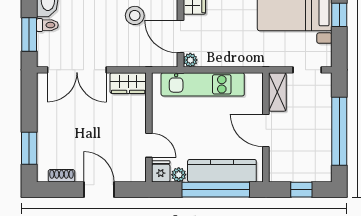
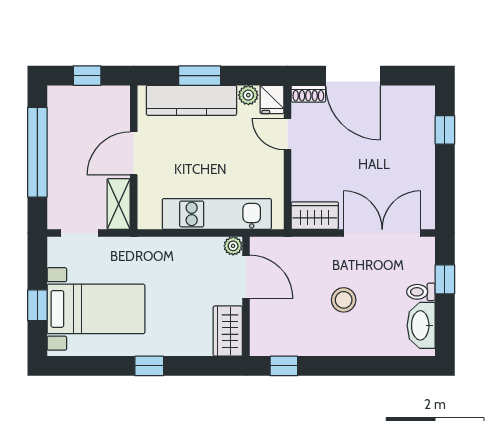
stool: (135, 15) -> (344, 300), moved
window: (29, 35) -> (445, 279), width x0.67
door: (266, 130) -> (134, 153), swing flipped
window: (29, 148) -> (445, 130), width x0.67
shoe rack: (61, 176) -> (308, 94), moved
door: (99, 190) -> (353, 76), width x1.36
window: (216, 190) -> (200, 76), width x0.47

